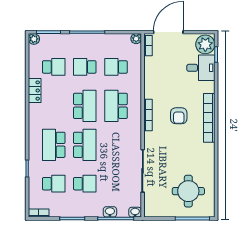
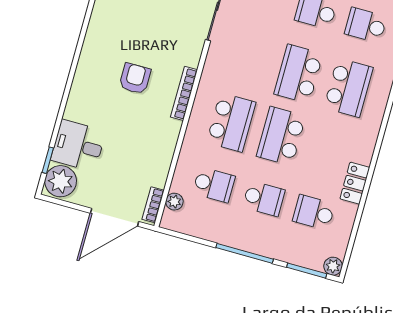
plant: (136, 39) -> (174, 202), moved
bookcase: (209, 118) -> (87, 62), removed

